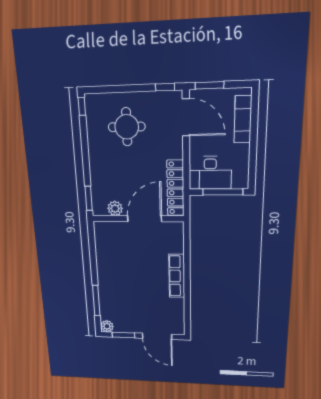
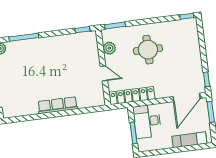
round table: (127, 127) -> (148, 50), moved
window: (223, 192) -> (134, 133), width x0.69
door: (145, 219) -> (104, 73), width x0.53
window: (91, 237) -> (82, 30), added

